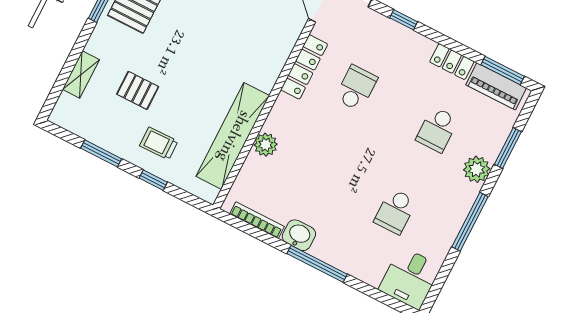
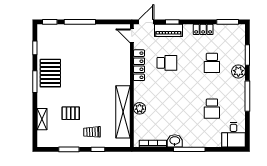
piano: (496, 86) -> (168, 30), moved
school desk: (356, 88) -> (167, 63), turned 90

